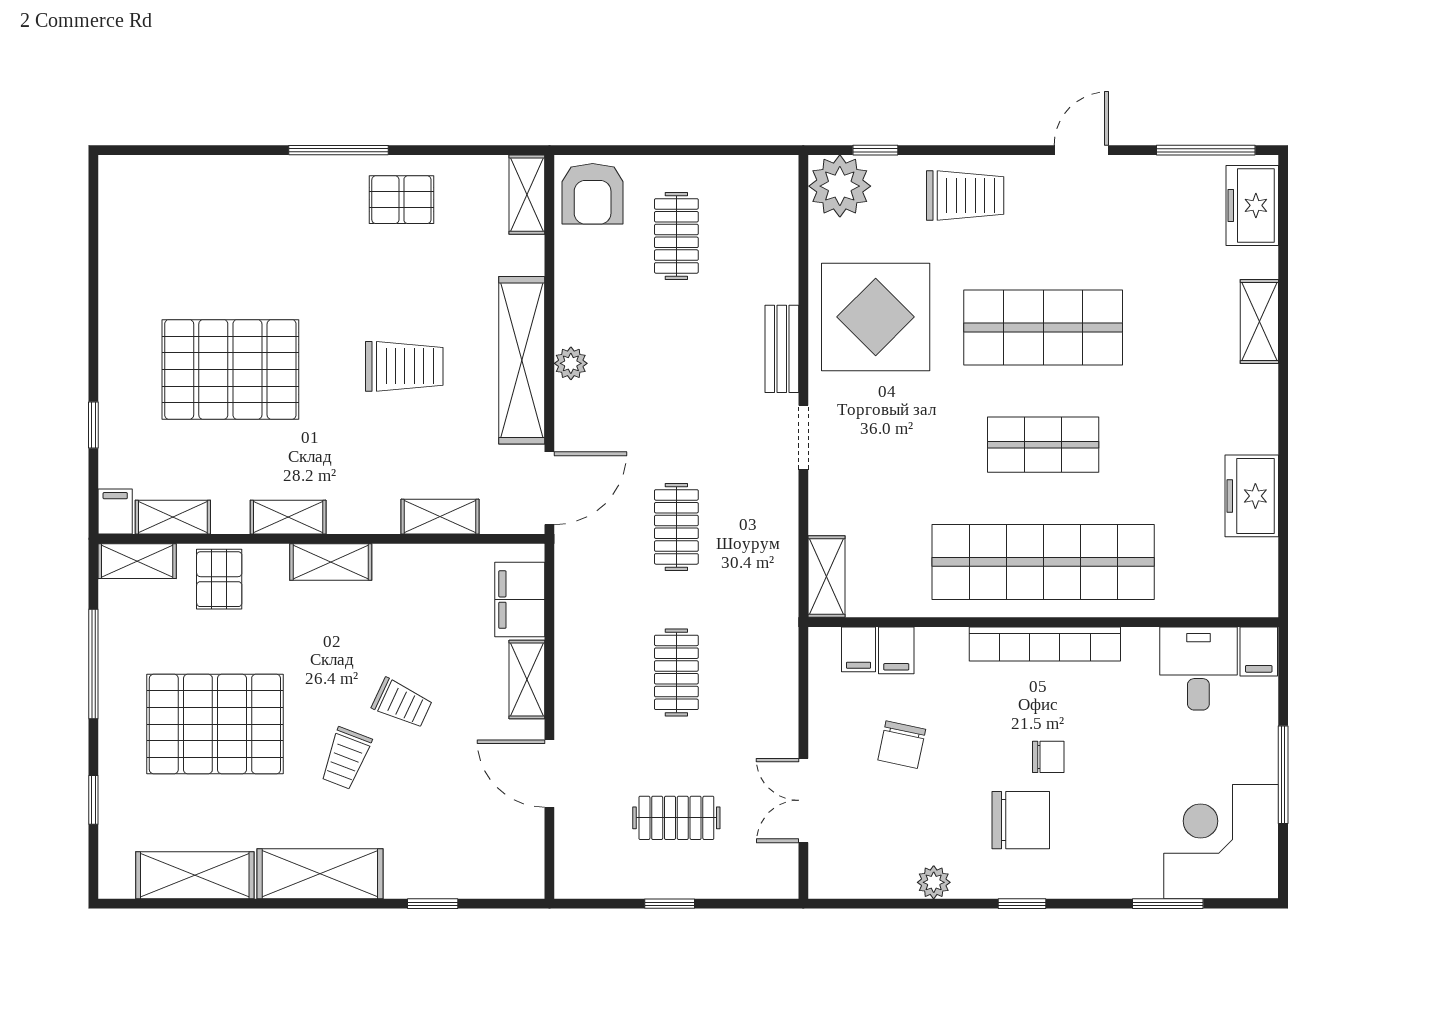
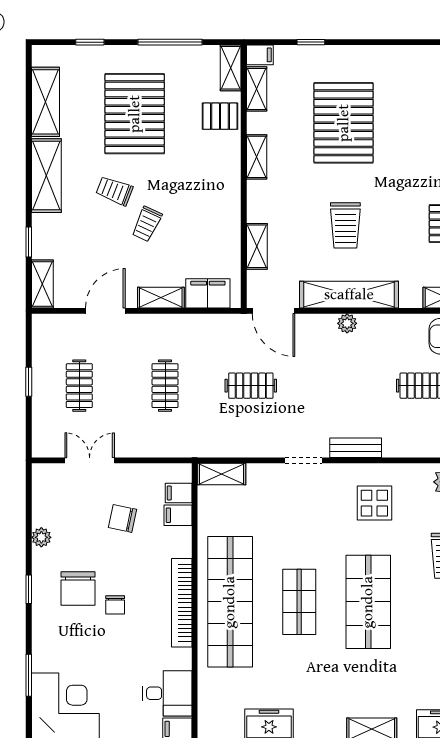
display table: (876, 317) -> (374, 503), width x0.54, depth x0.54
shelving: (331, 562) -> (42, 284), moved
clothes rail: (676, 672) -> (165, 386), turned 90

